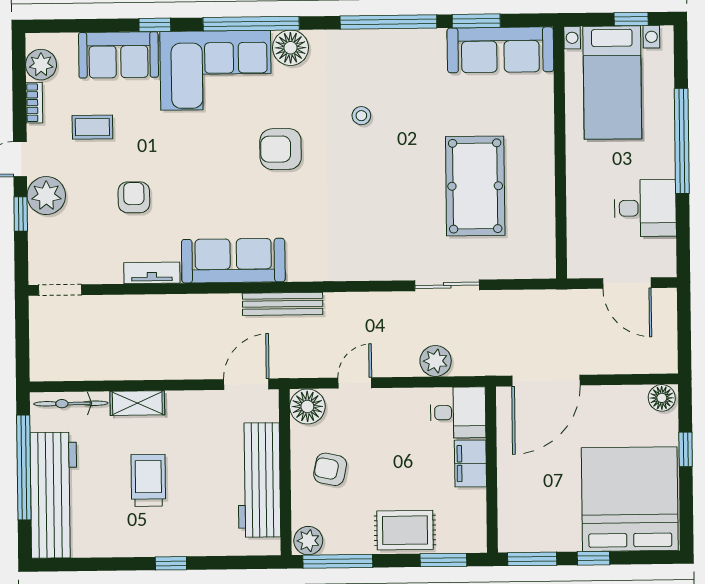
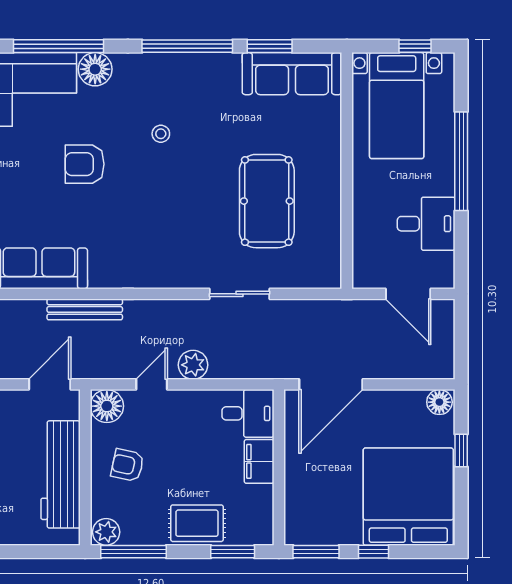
plant: (436, 361) -> (193, 365), moved

